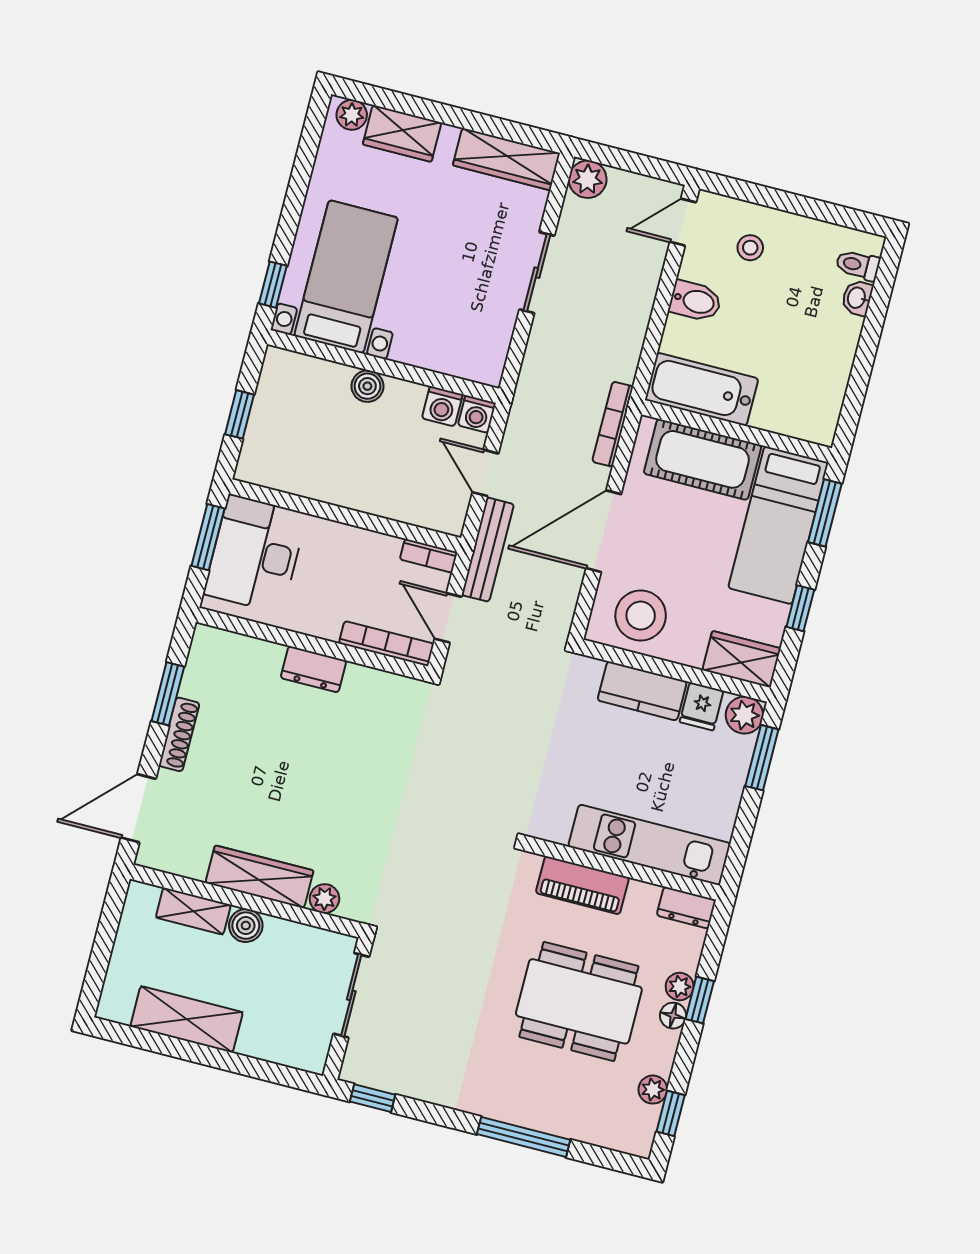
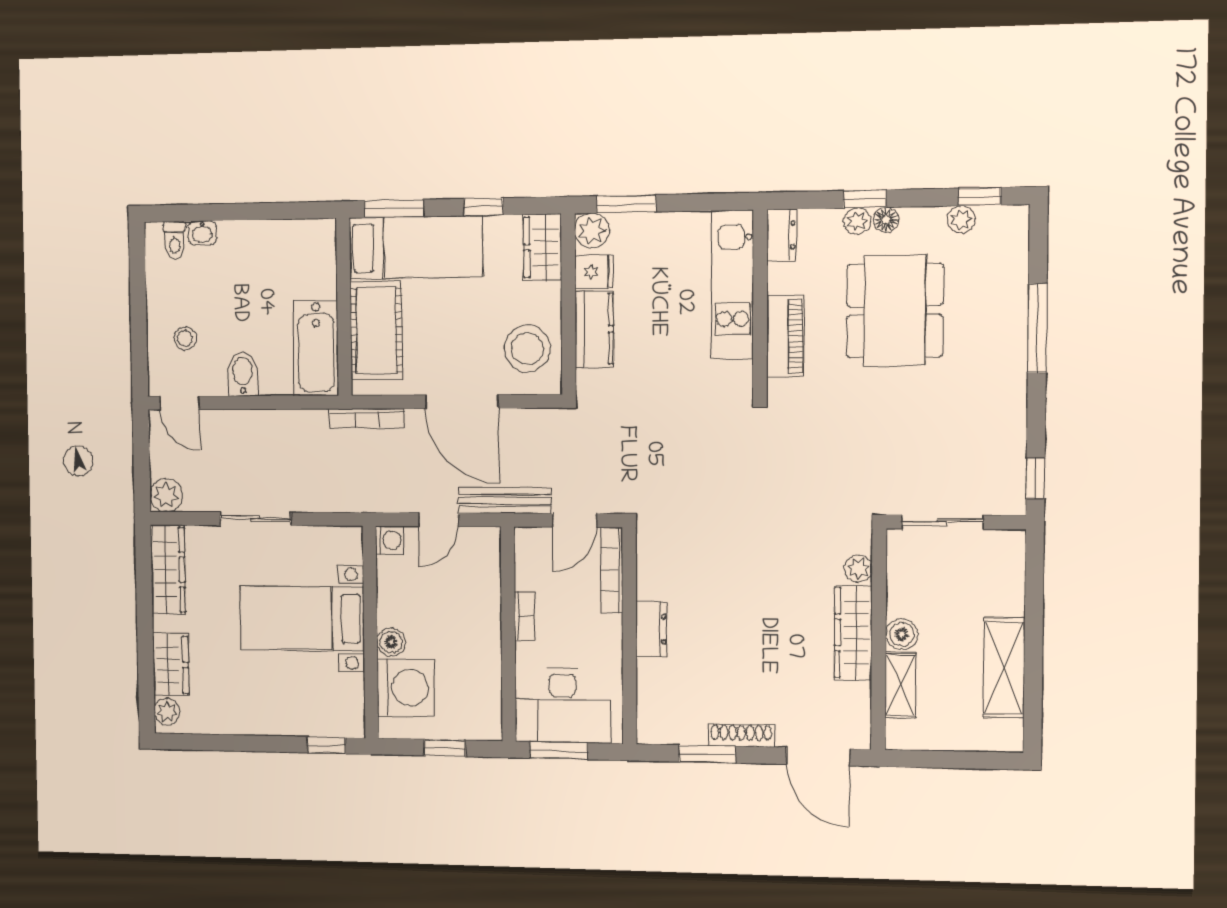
bed with nightstands: (346, 277) -> (302, 618), moved
washing machine: (442, 406) -> (406, 688), moved, width x1.89, depth x1.89
bookcase: (429, 556) -> (524, 616), moved

